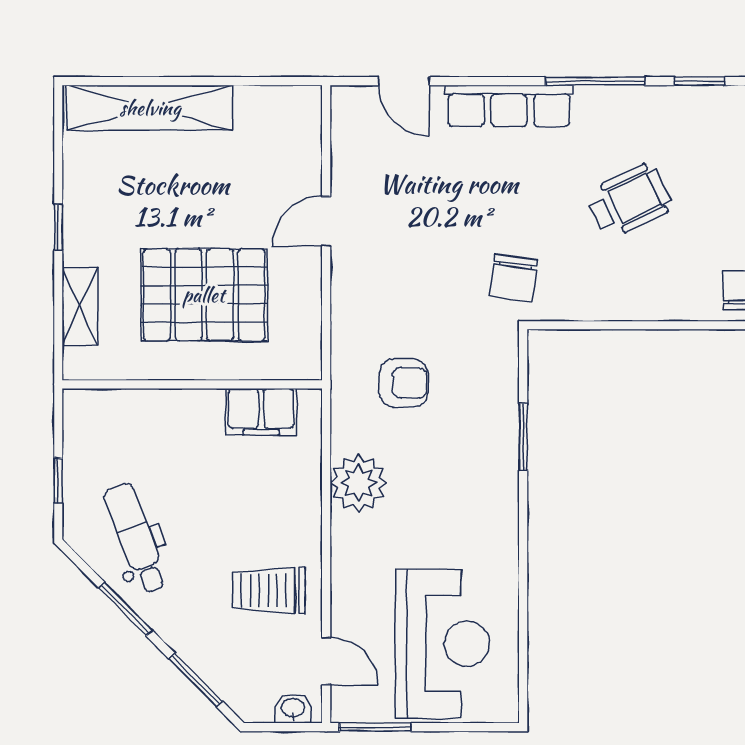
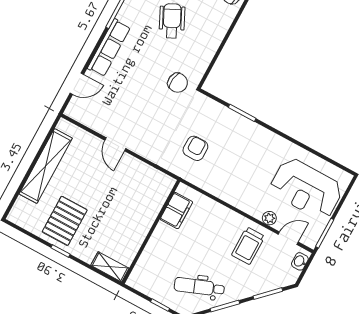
shelving: (150, 108) -> (46, 166), moved
pallet: (204, 295) -> (65, 221), moved, width x0.73, depth x0.71
shelving: (80, 306) -> (110, 267), moved
plant: (359, 483) -> (269, 218), moved, width x0.53, depth x0.53
reception desk: (442, 644) -> (306, 189), turned 180

